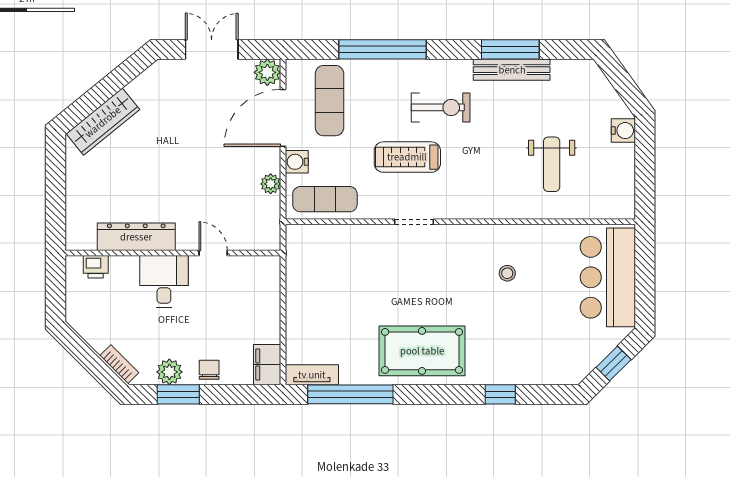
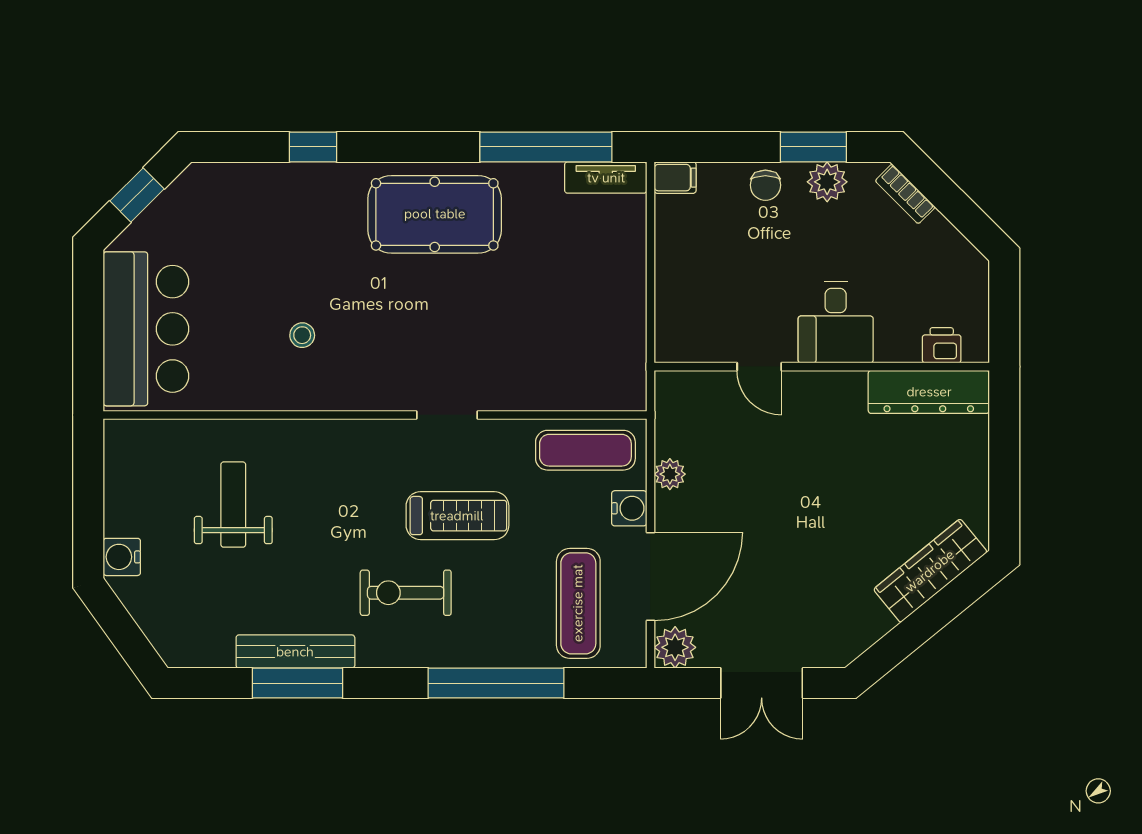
dresser: (136, 237) -> (929, 392), moved
filing cabinet: (267, 365) -> (675, 178), width x0.50

